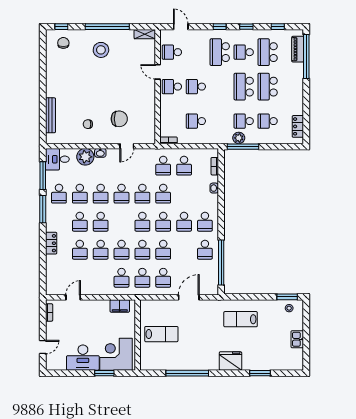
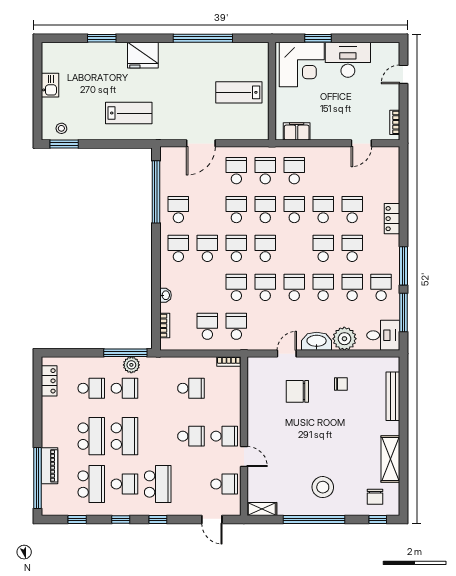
piano: (298, 49) -> (50, 466), moved
shelving: (52, 70) -> (390, 459), added
washbasin: (100, 153) -> (317, 341), width x1.91, depth x1.45

